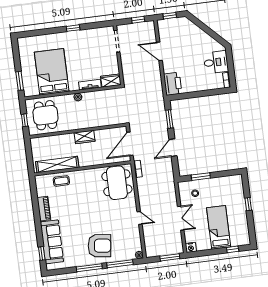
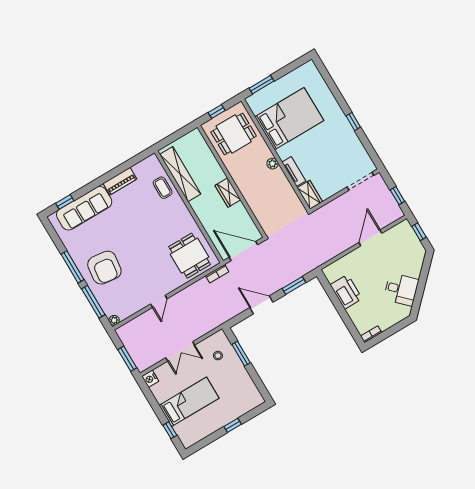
desk: (216, 62) -> (401, 289), moved, turned -45
printer: (173, 84) -> (346, 292), moved, turned -90
dining table: (117, 183) -> (190, 256), width x0.73

